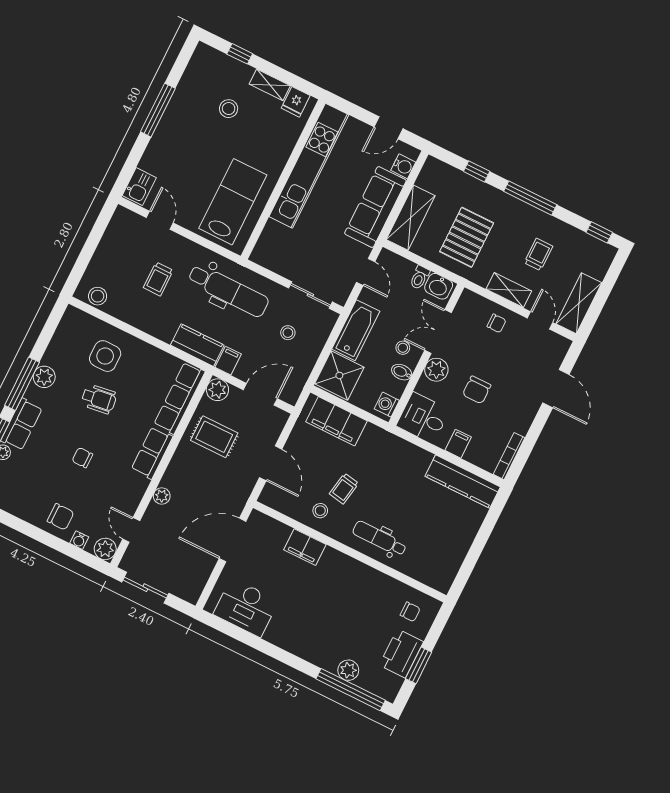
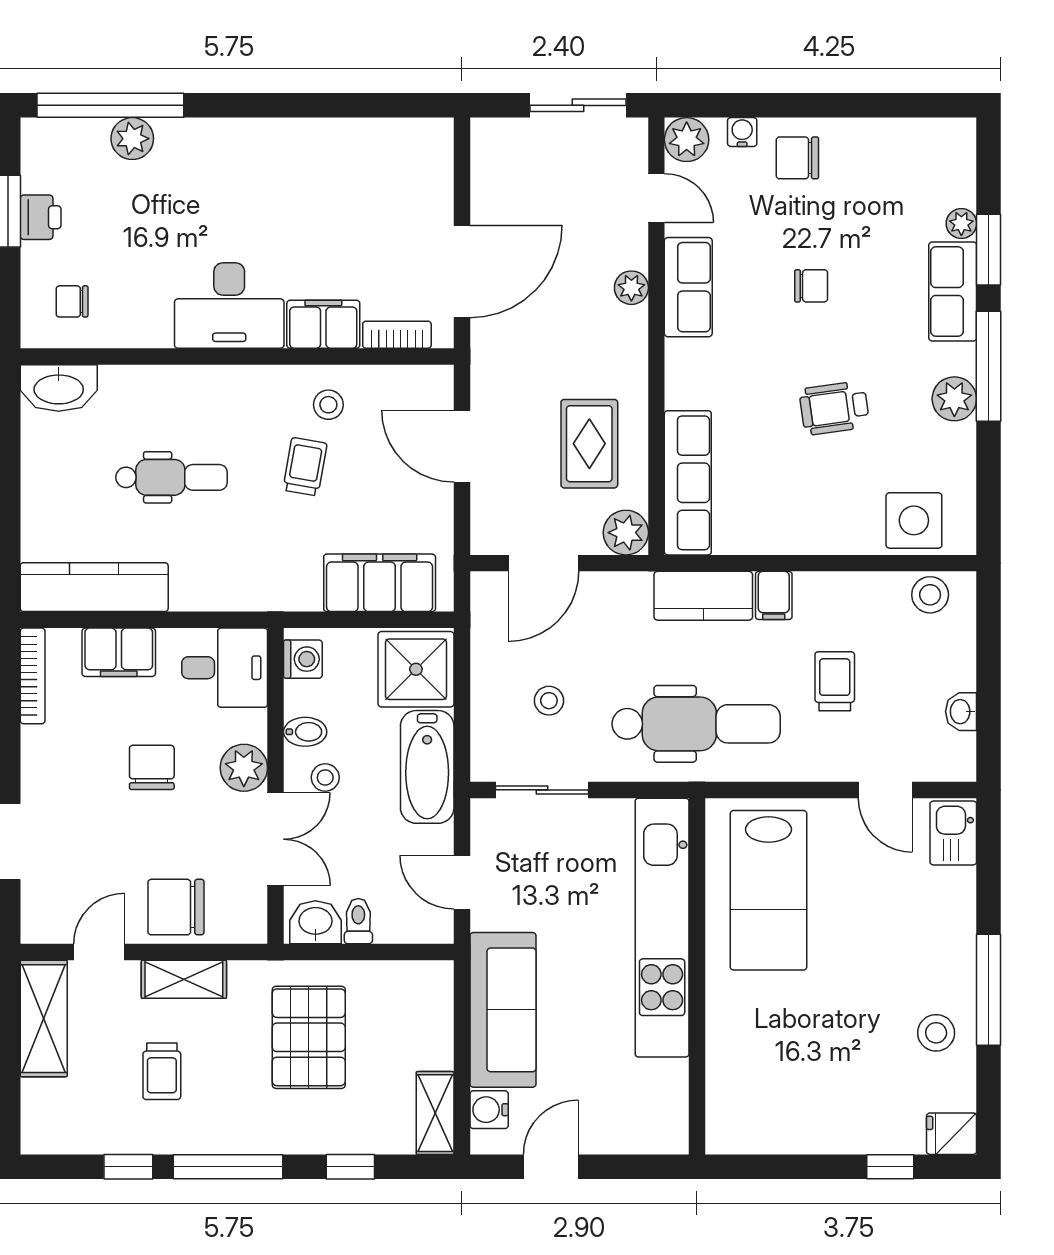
shelving: (270, 85) -> (807, 1137), removed
fridge: (296, 102) -> (952, 1134), moved, turned -90
stool: (229, 109) -> (936, 1033), moved
kitchen unit: (309, 166) -> (662, 928), moved
shelving: (411, 218) -> (435, 1113), moved, width x0.67, depth x0.75
window: (599, 232) -> (128, 1167), moved
washbasin: (109, 238) -> (961, 712), added
dental chair: (228, 290) -> (696, 724), turned 180
door: (540, 320) -> (99, 952), swing flipped
chair: (497, 323) -> (176, 907), width x1.87, depth x1.87
side table: (105, 356) -> (914, 520), moved
filing cabinet: (228, 361) -> (774, 595), moved
rug: (214, 437) -> (589, 444), turned 90
filing cabinet: (458, 444) -> (119, 652), width x2.00
row of seats: (152, 453) -> (688, 287), moved
bookcase: (275, 526) -> (397, 335), added
dental chair: (379, 539) -> (172, 477), moved
washbasin: (435, 577) -> (59, 388), added
desk: (246, 607) -> (229, 306), moved, turned 180
printer: (401, 653) -> (41, 217), width x0.53, depth x0.68

